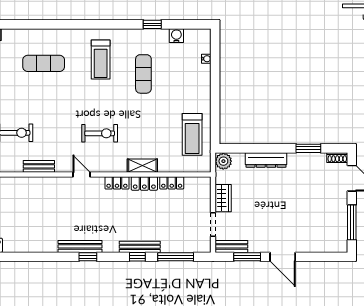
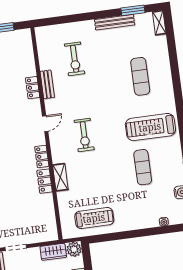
treadmill: (101, 59) -> (150, 127), width x1.37, depth x1.38
exercise mat: (143, 74) -> (143, 167), turned 90
treadmill: (192, 134) -> (94, 218), turned 180
locker: (172, 183) -> (33, 88), moved
wardrobe: (223, 198) -> (53, 252), moved

